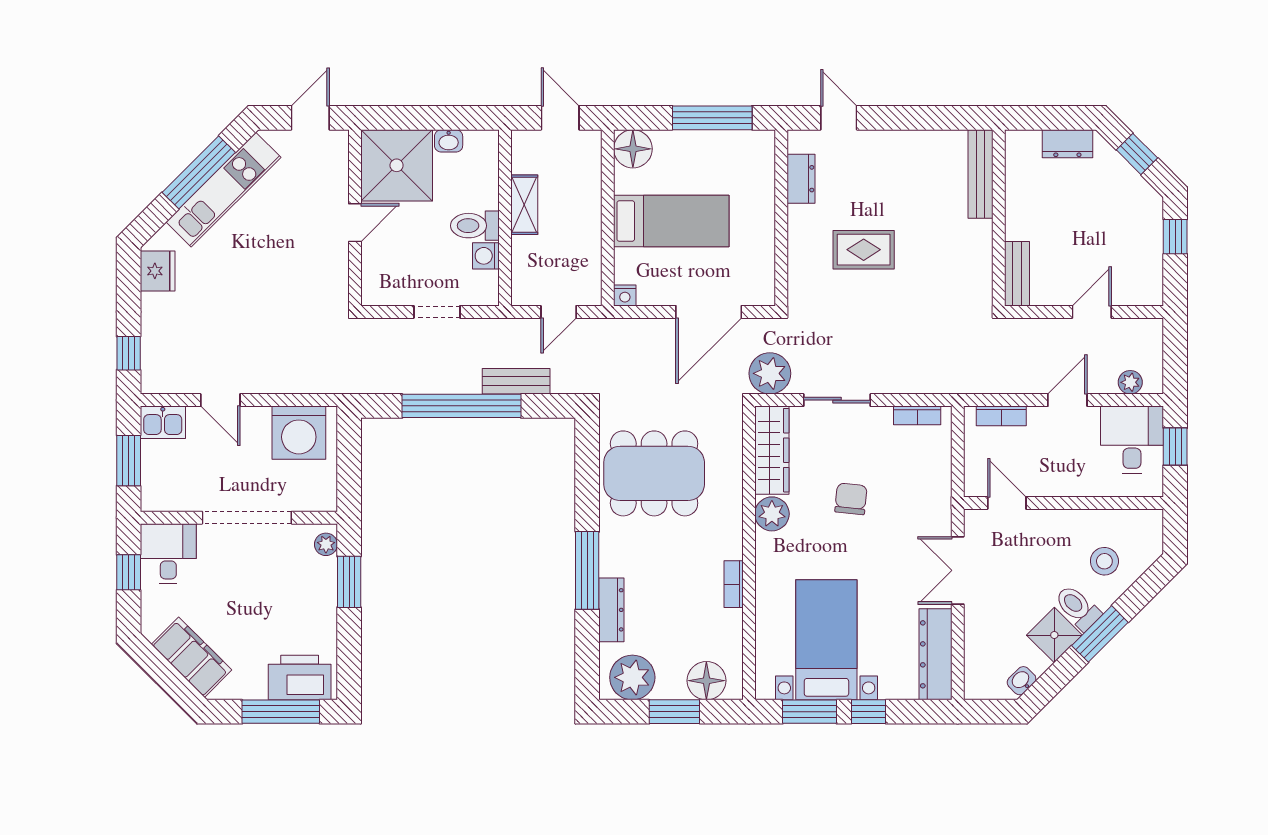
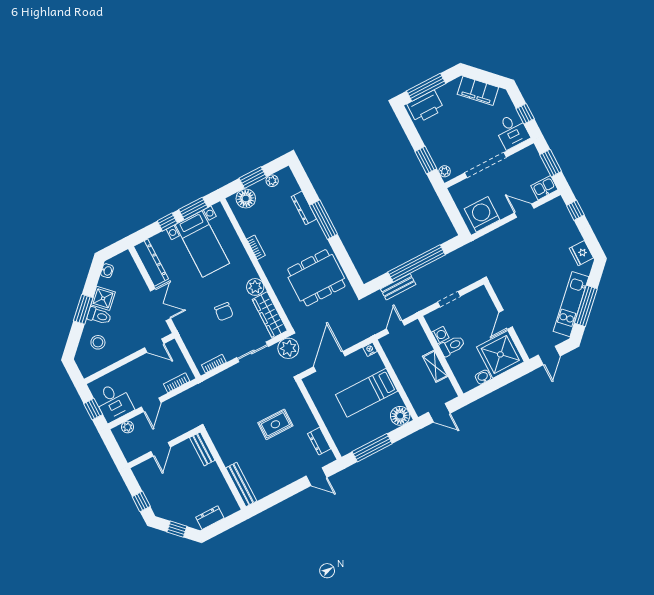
plant: (632, 677) -> (272, 181), width x0.53, depth x0.53

